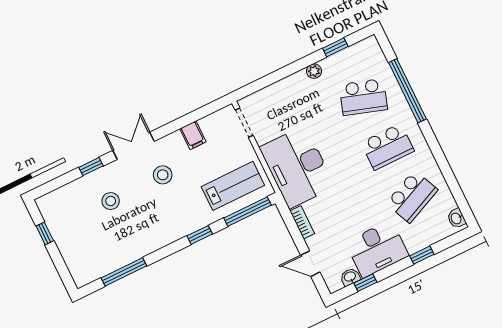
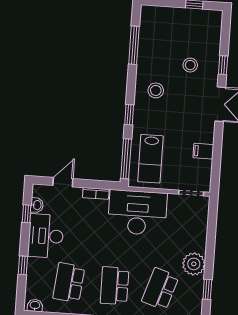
plant: (314, 71) -> (194, 264), width x1.88, depth x1.88
stool: (163, 175) -> (156, 90), moved
school desk: (412, 197) -> (69, 283), turned 30

